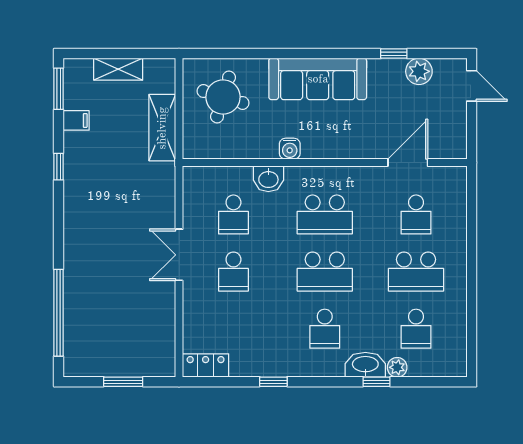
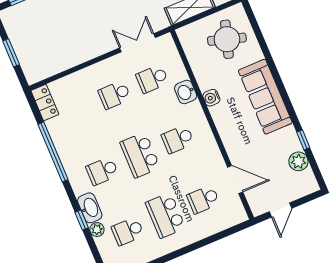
door: (472, 86) -> (281, 210), moved
school desk: (325, 214) -> (178, 139), width x0.54
double door: (179, 255) -> (137, 43), moved
window: (273, 382) -> (53, 152), width x3.17

